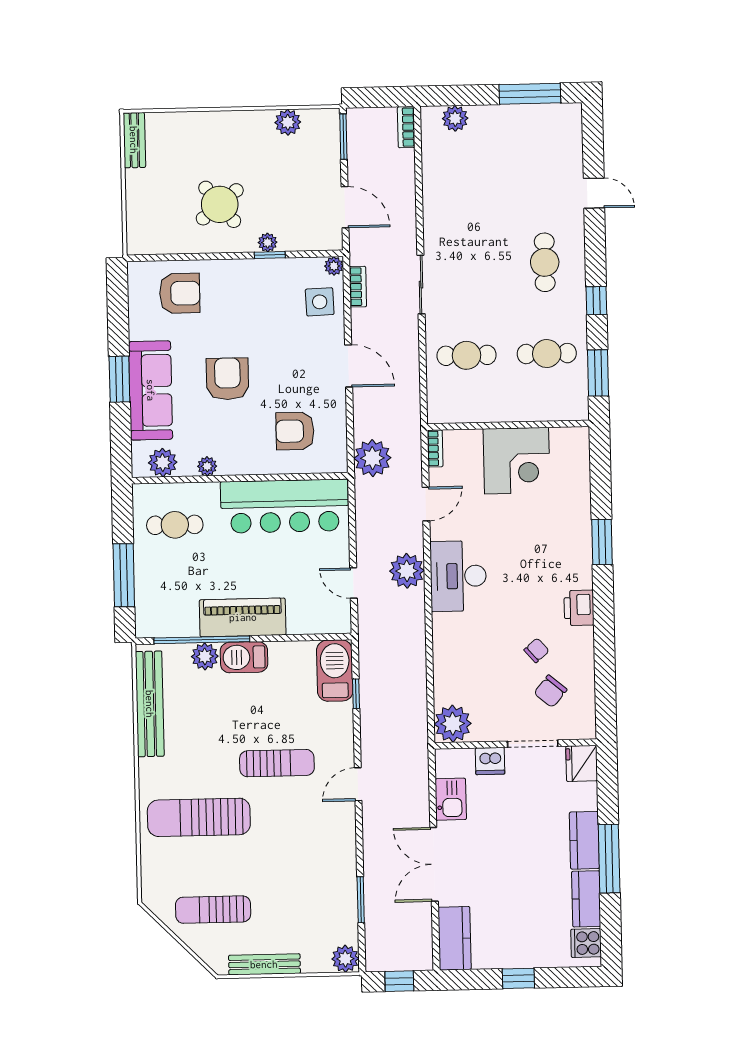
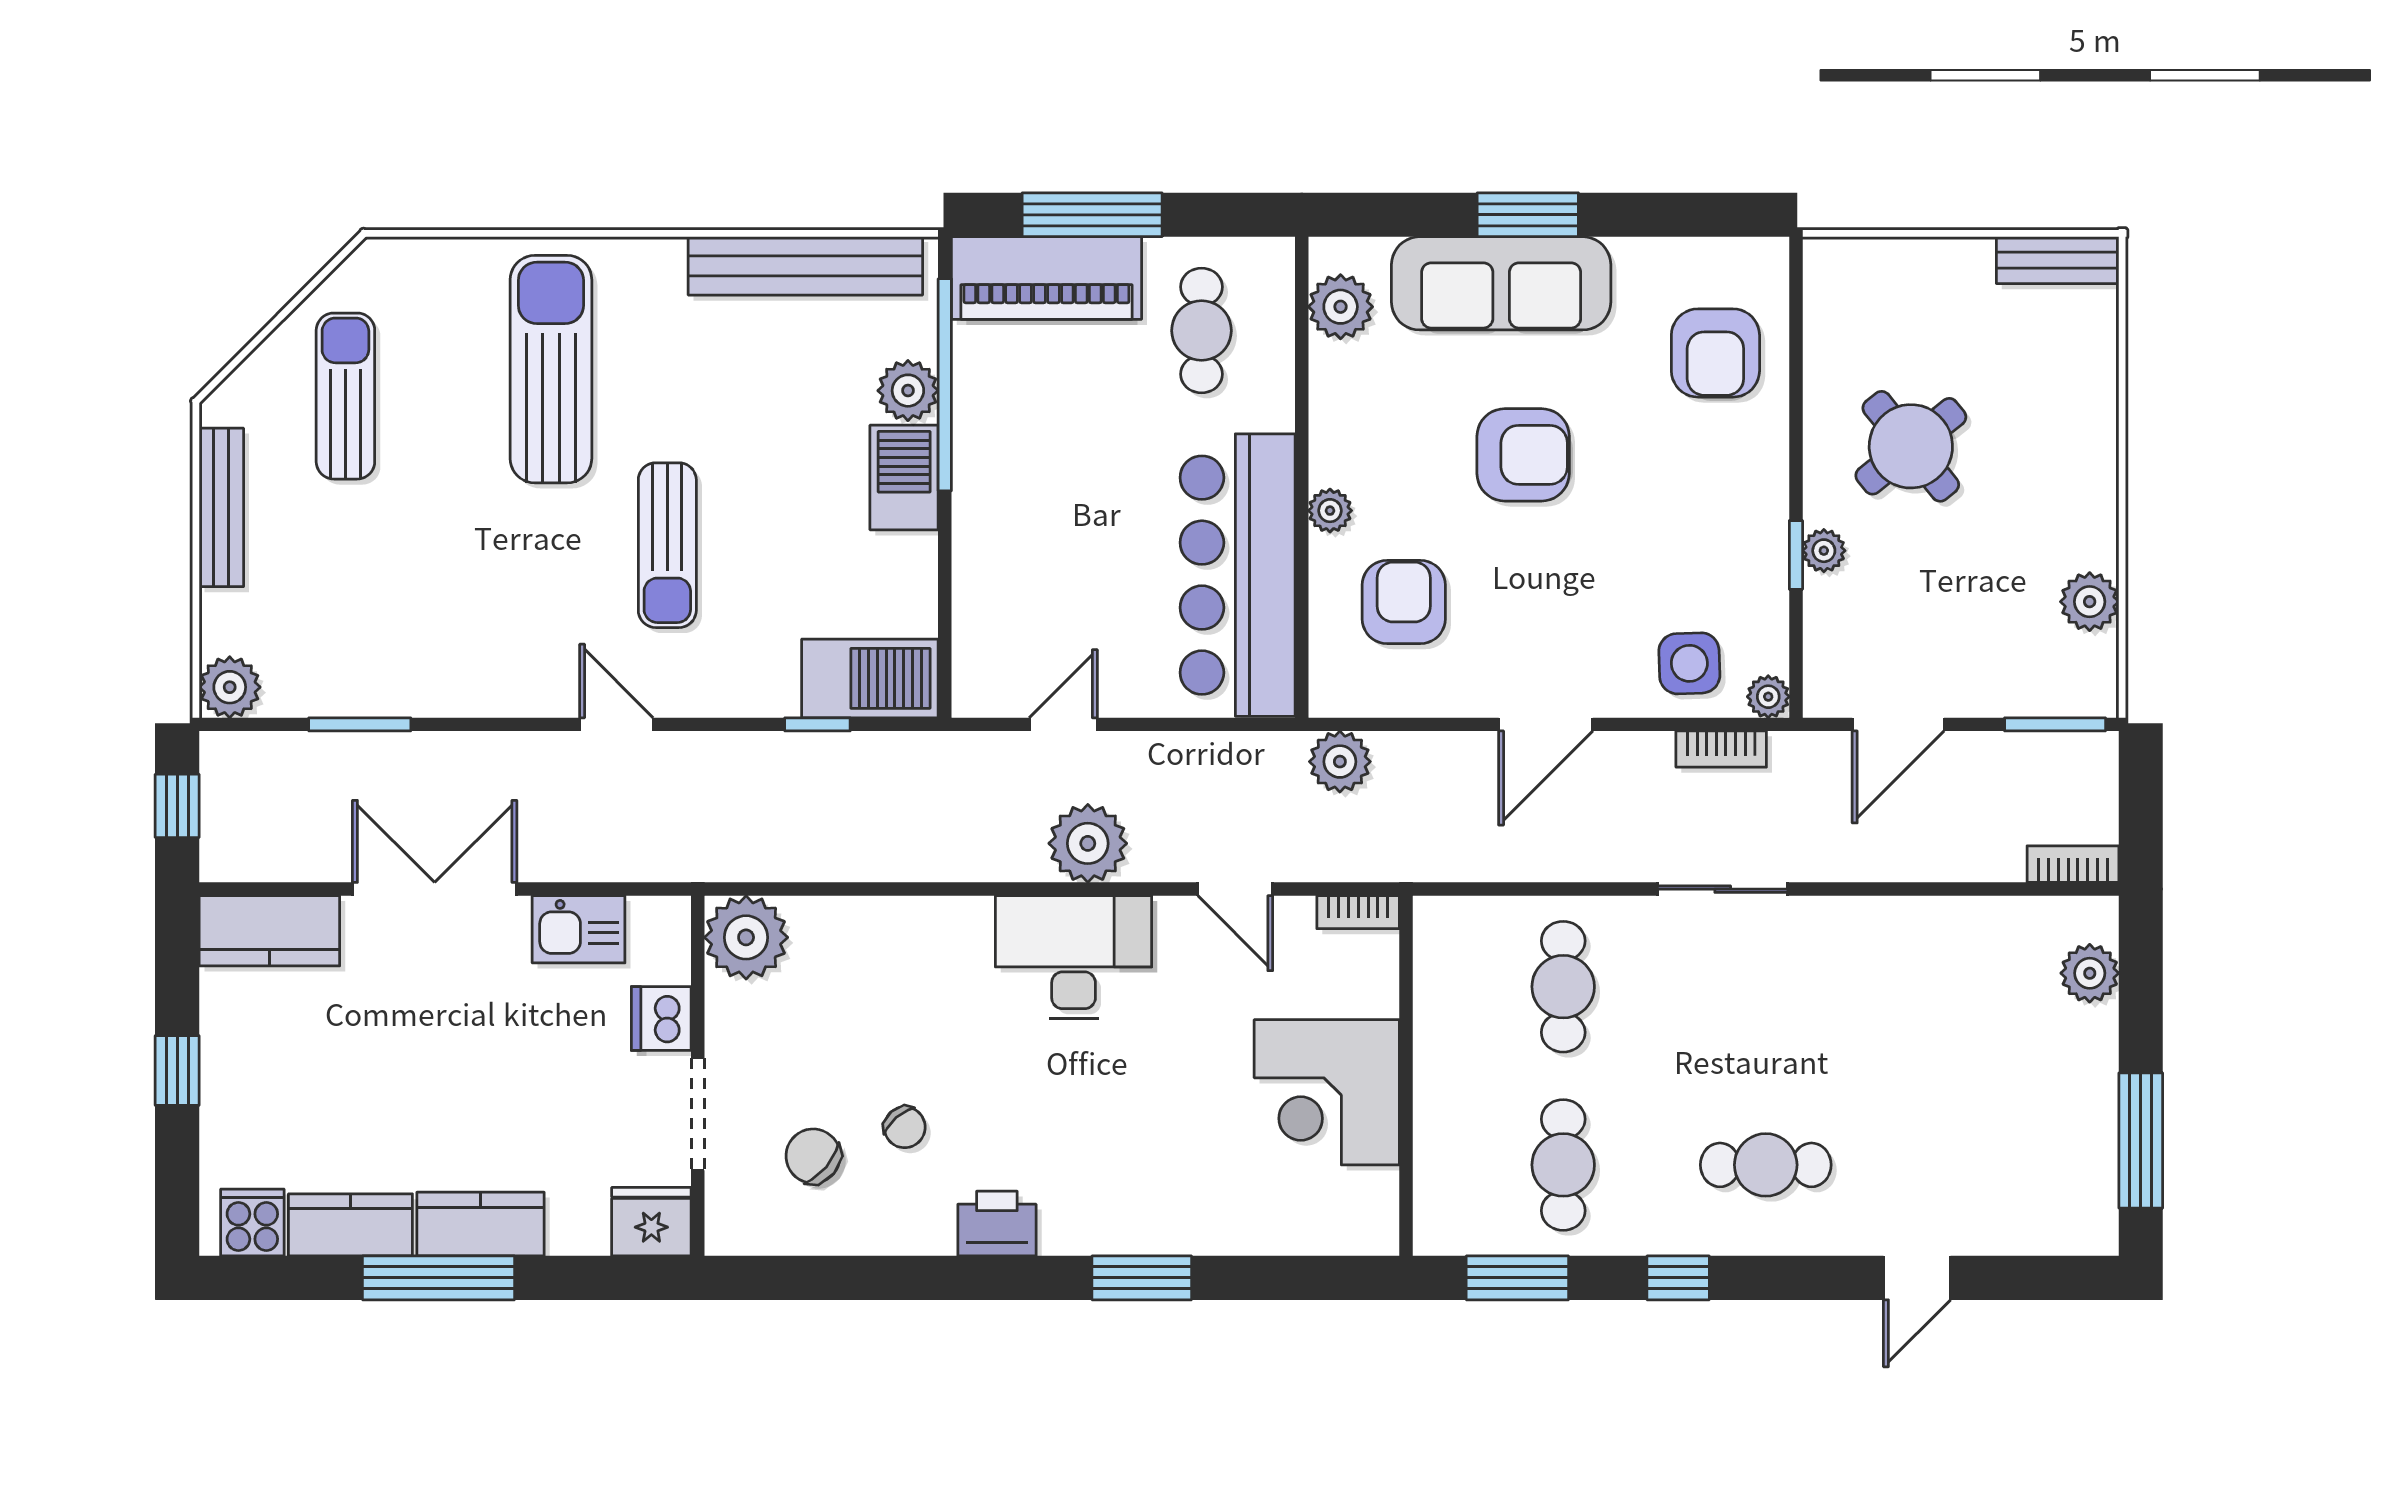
plant: (372, 458) -> (1340, 762), width x0.73, depth x0.73
plant: (207, 466) -> (1330, 511), moved
piano: (243, 617) -> (1046, 278), moved, turned 90

